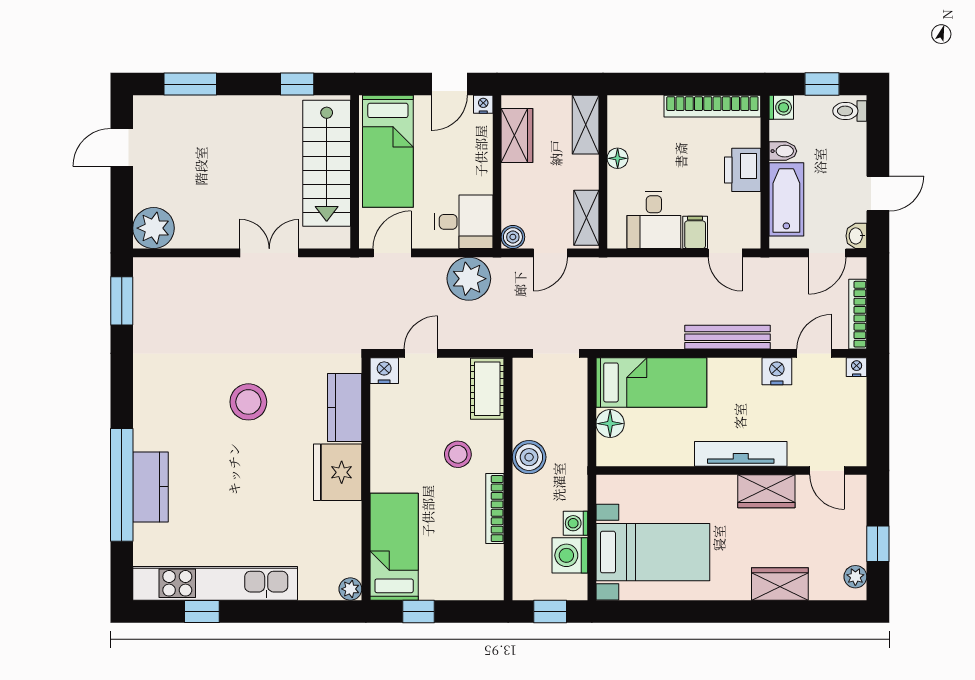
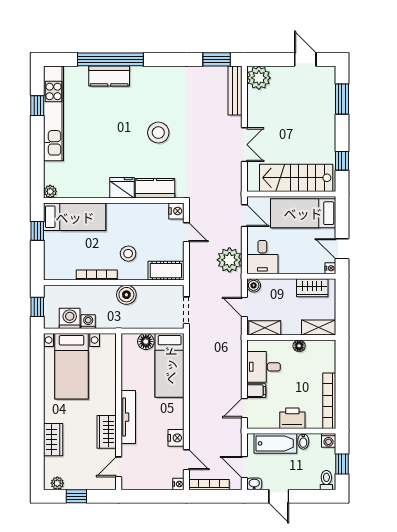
bench: (727, 337) -> (235, 90), moved
fridge: (338, 472) -> (122, 188), width x0.73, depth x0.75

